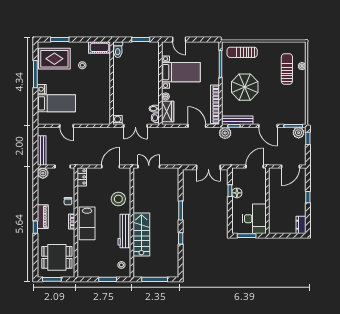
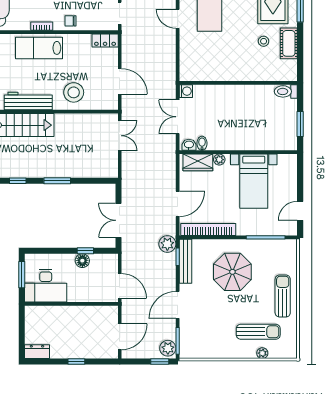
door: (179, 39) -> (300, 211), moved
cot: (99, 47) -> (289, 43), moved
sun lounger: (242, 52) -> (283, 296), moved
door: (66, 126) -> (178, 19), hinge flipped
door: (290, 167) -> (120, 337), swing flipped

